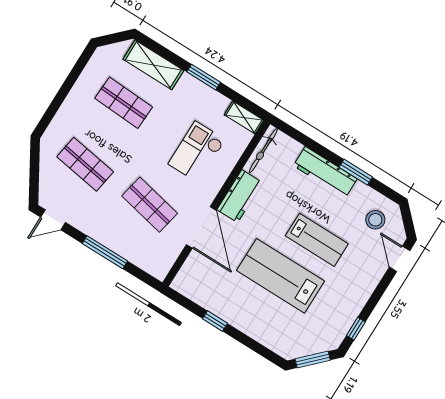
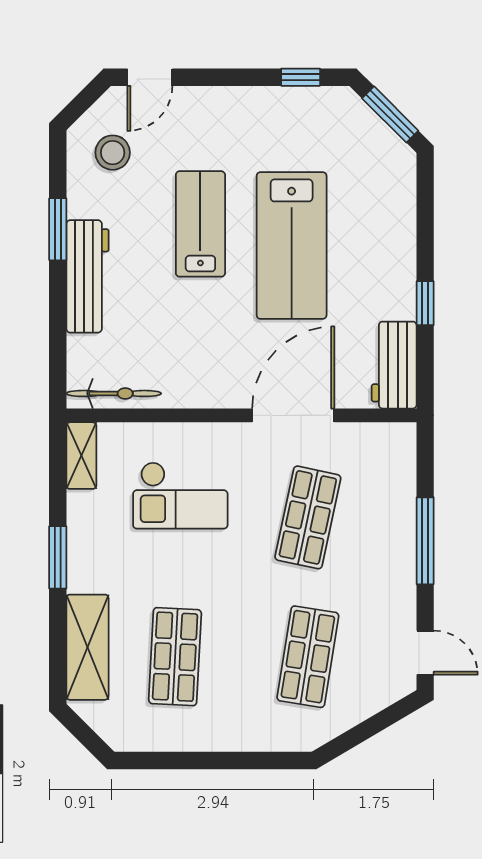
workbench: (240, 196) -> (394, 365), moved, turned -90

